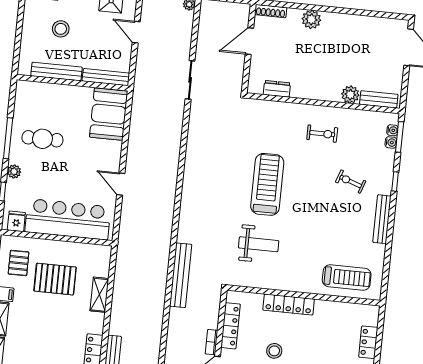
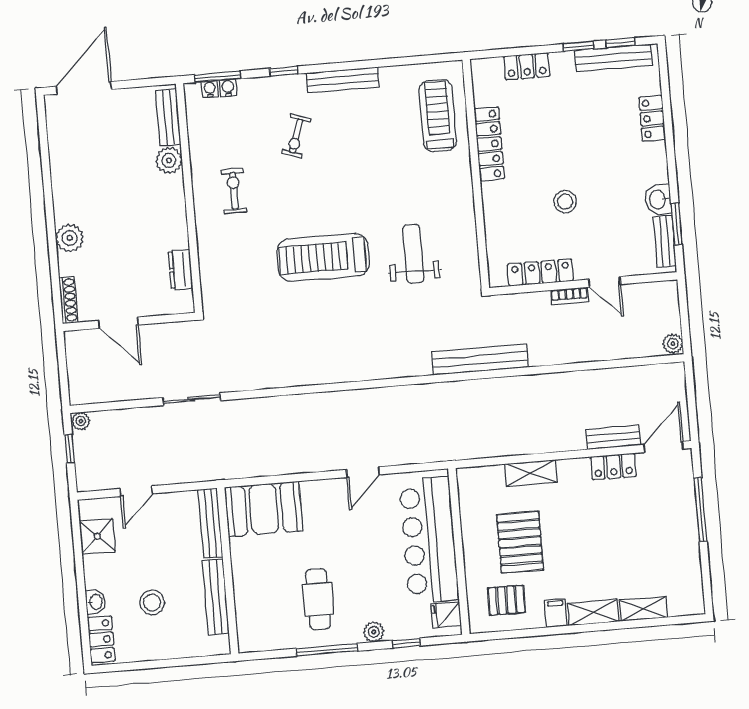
locker: (289, 305) -> (489, 144), moved

